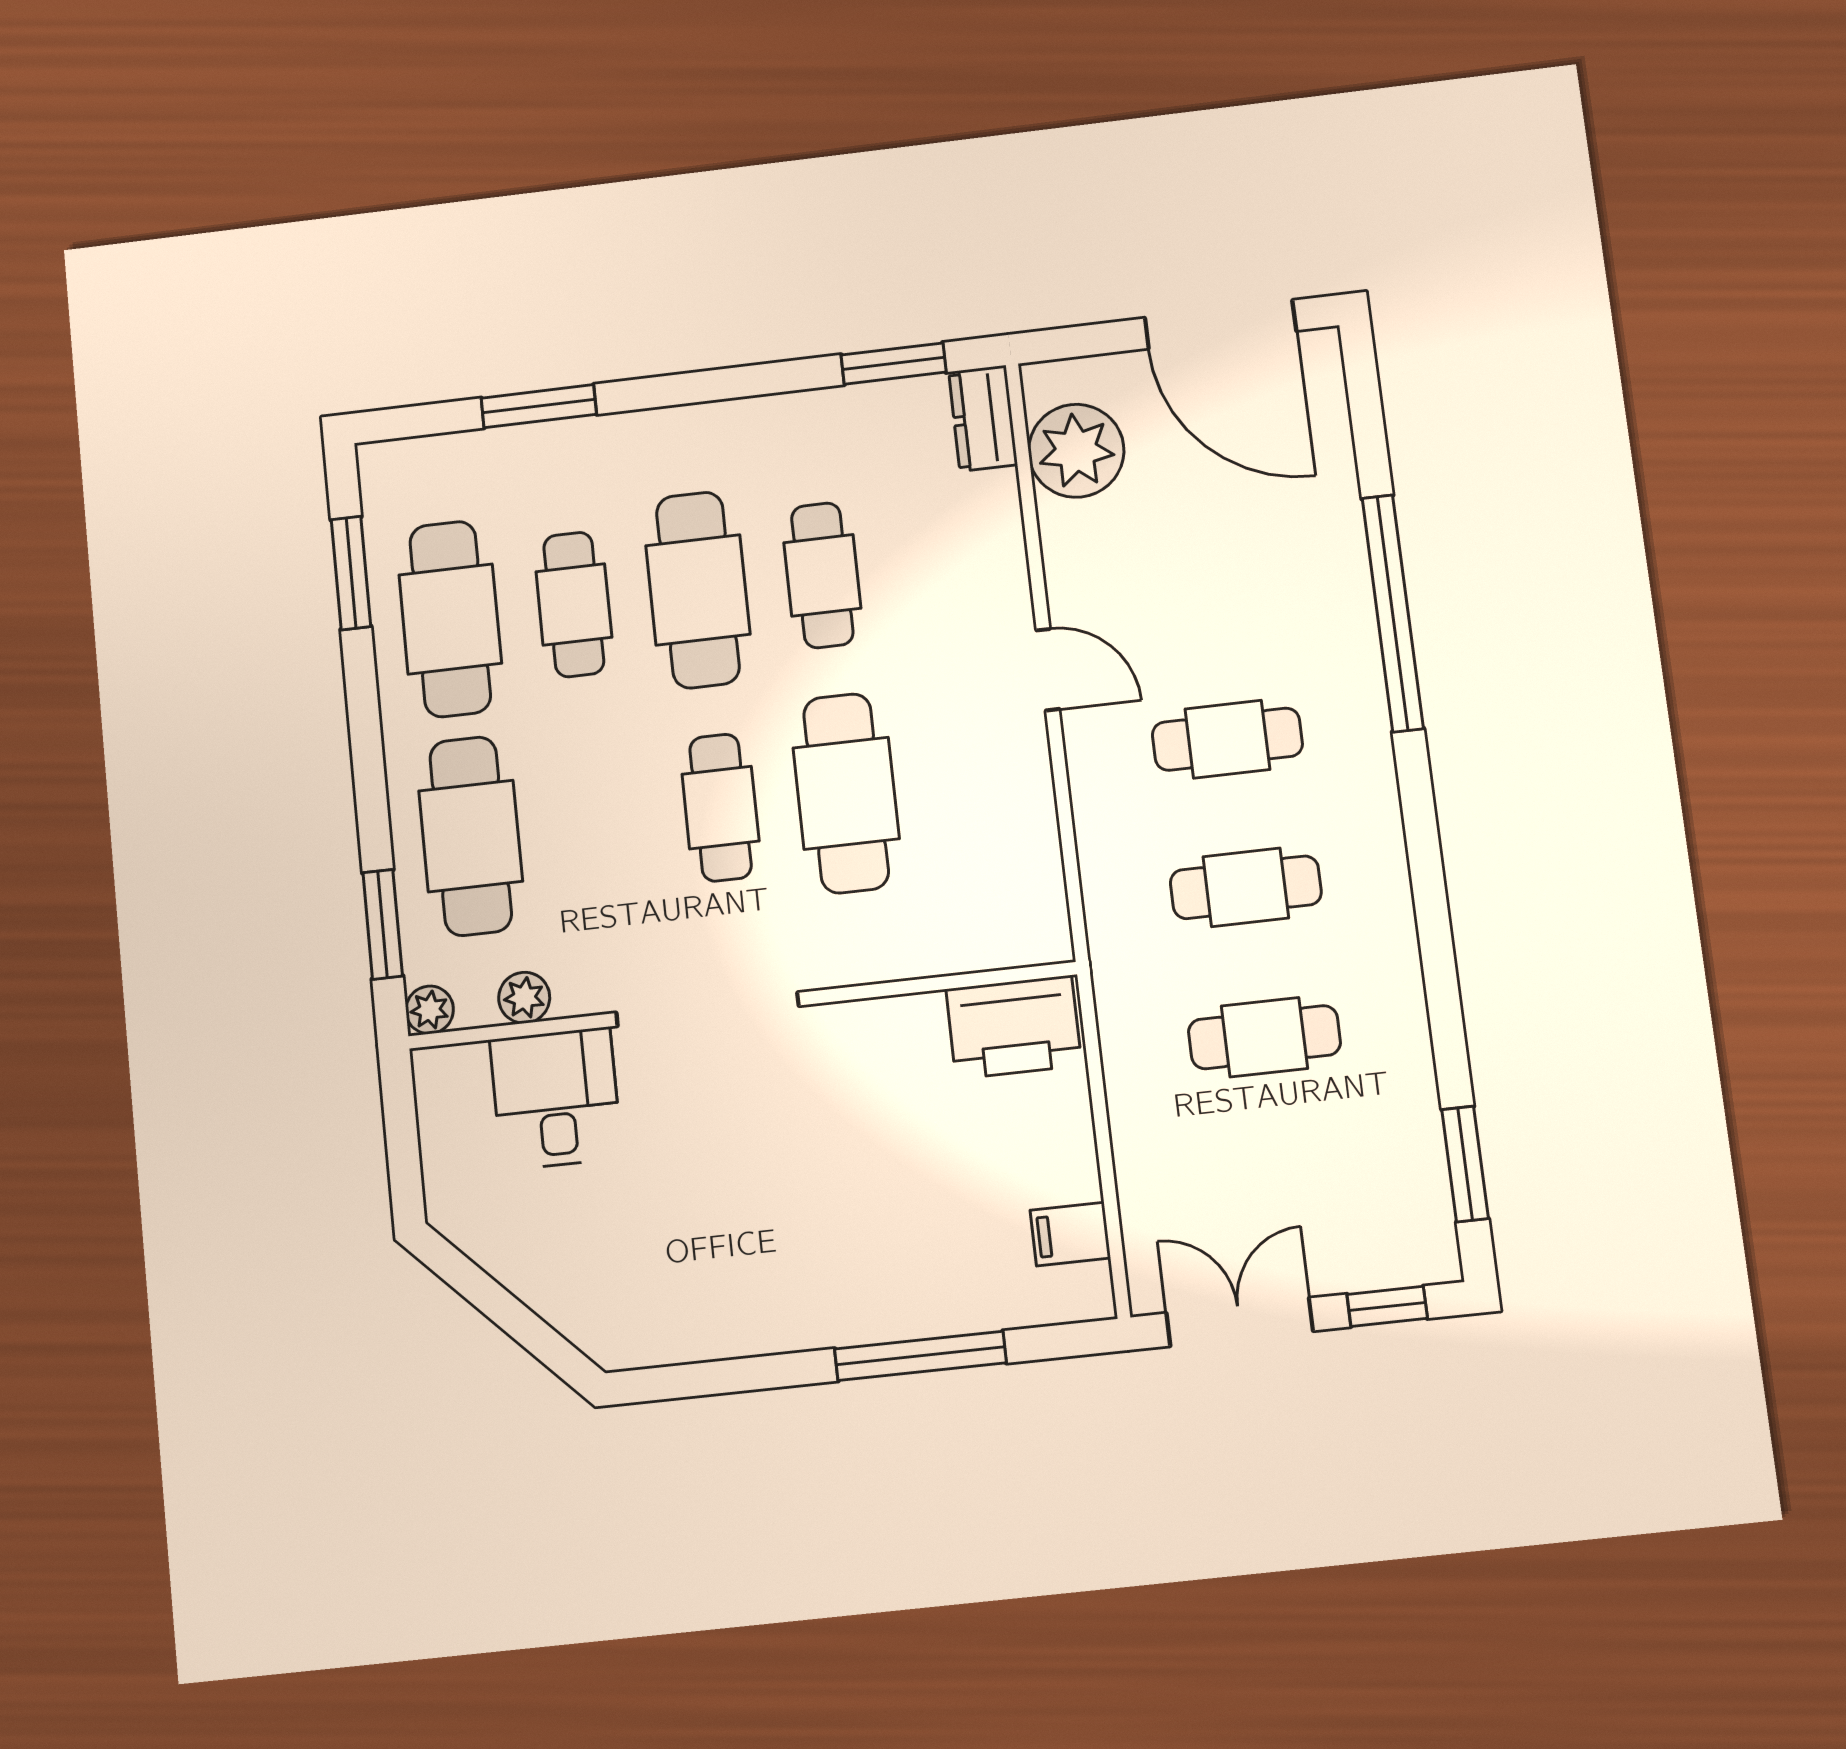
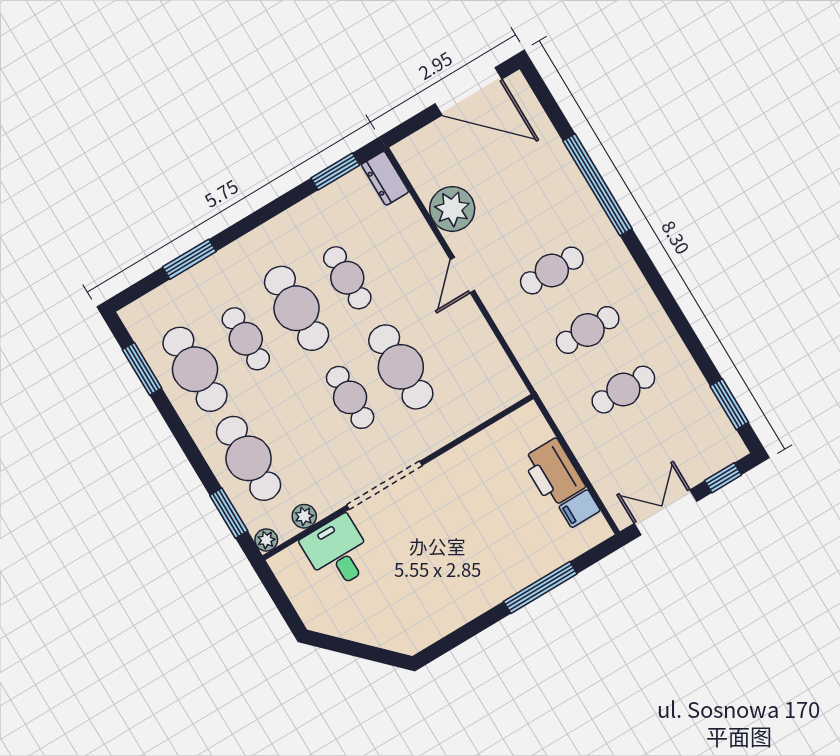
plant: (1076, 451) -> (452, 209), moved
door: (1048, 670) -> (462, 275), swing flipped
printer: (1014, 1027) -> (553, 473), moved, turned 90

